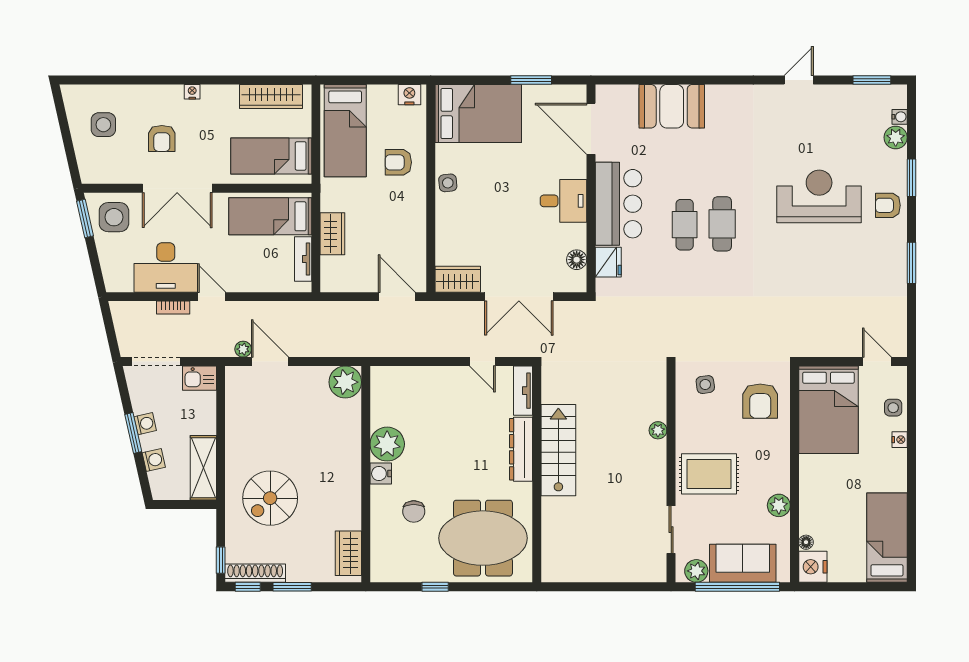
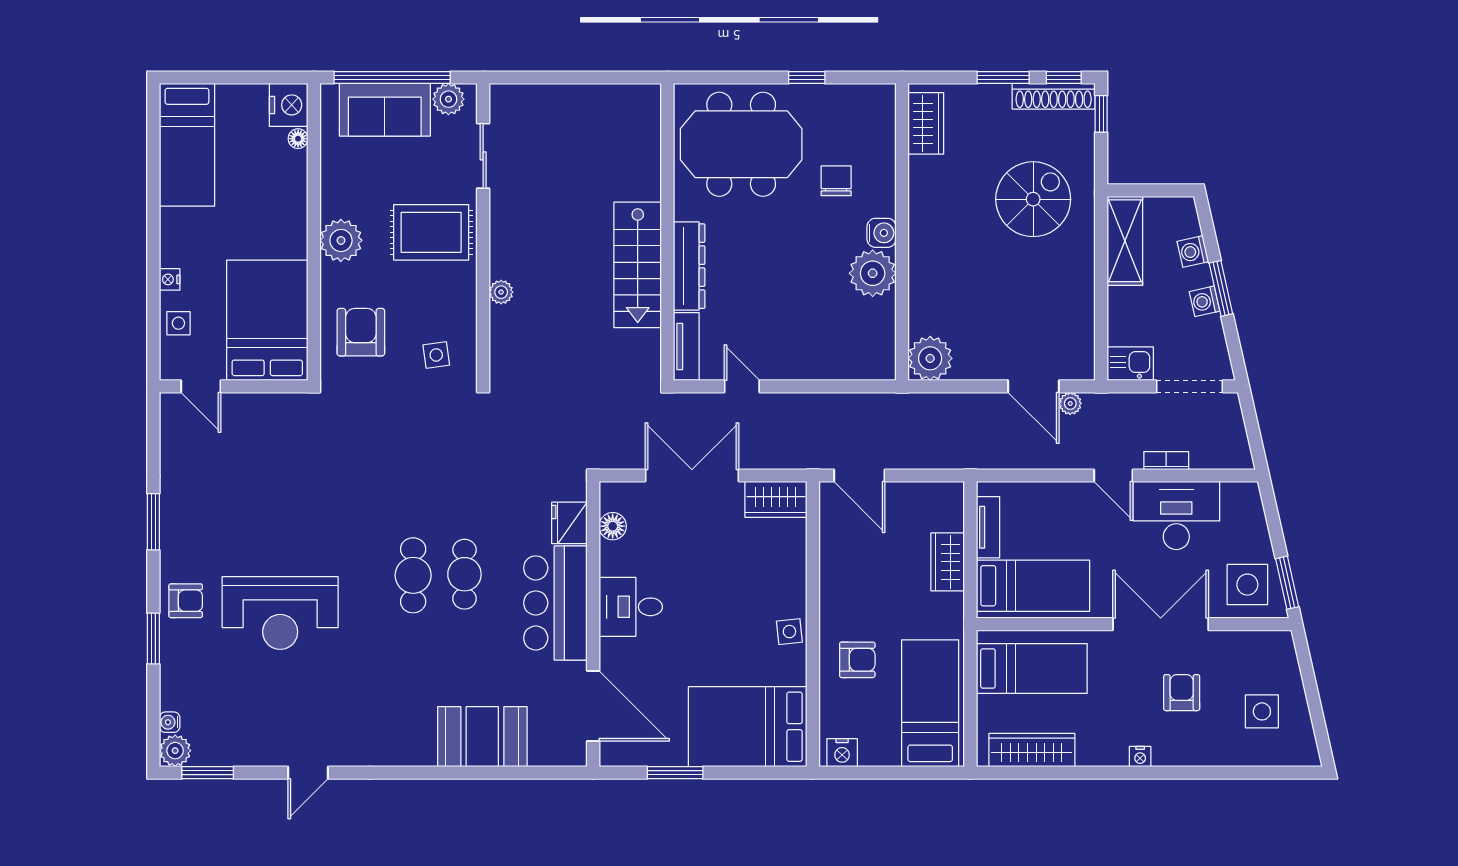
plant: (896, 137) -> (175, 751), moved
plant: (779, 505) -> (341, 240), moved, width x1.36, depth x1.36

